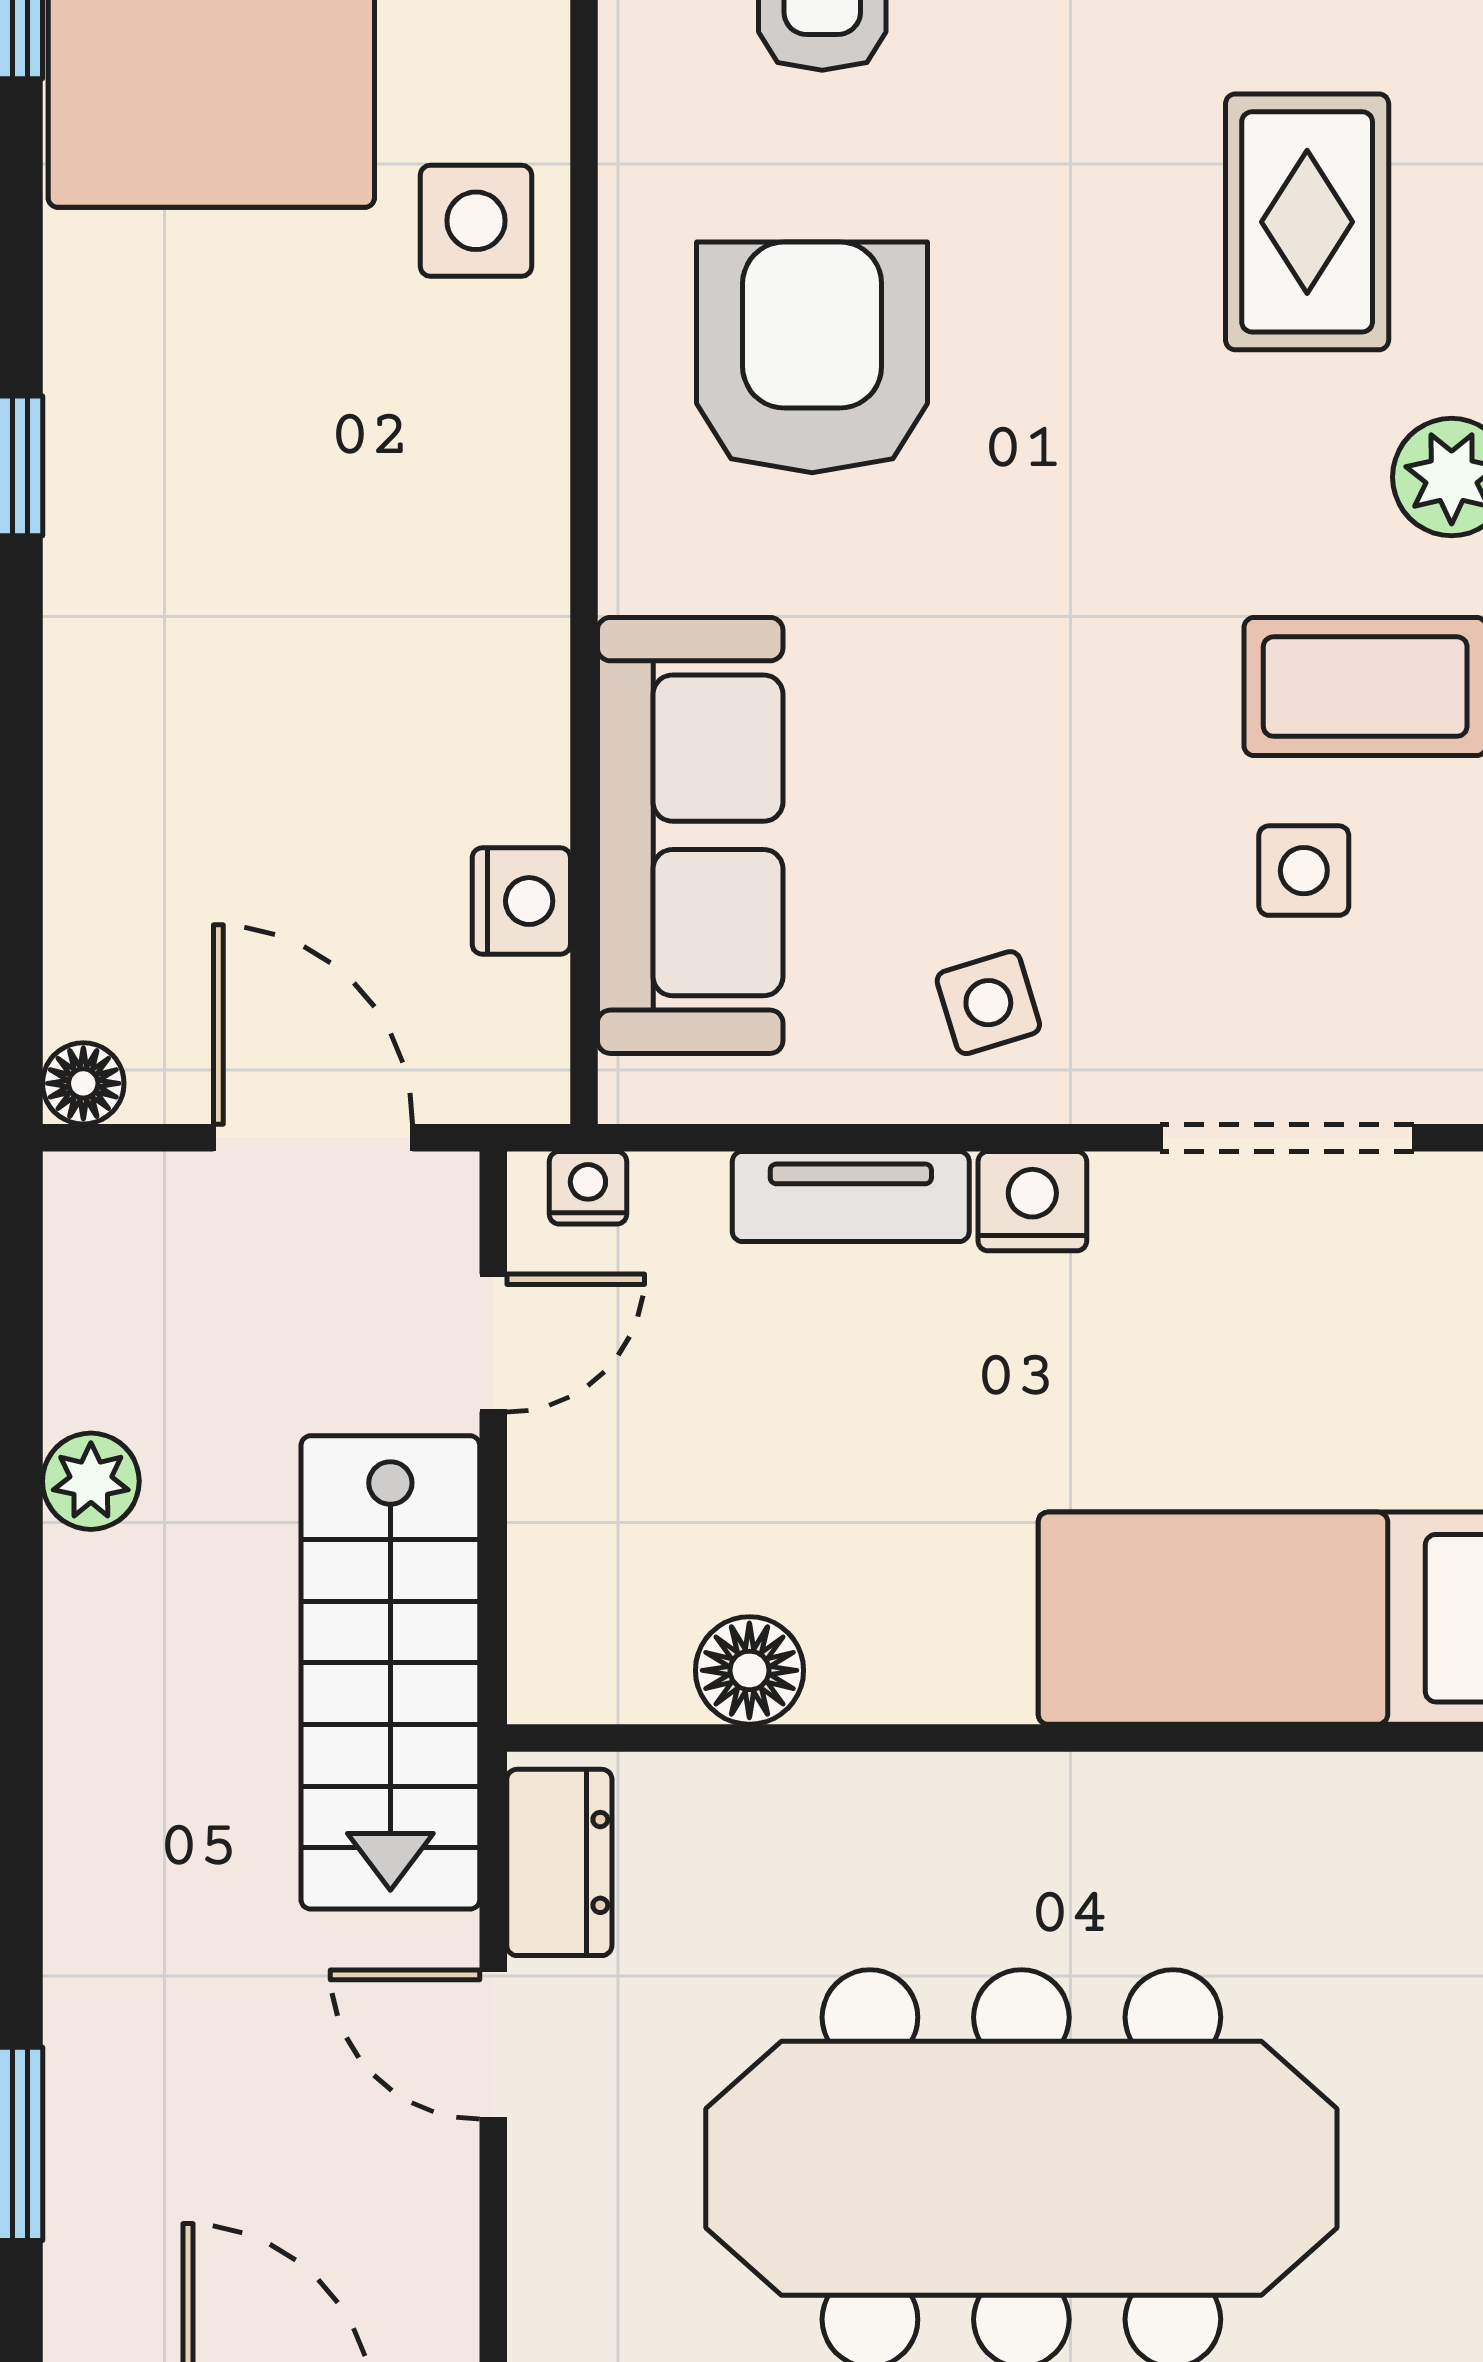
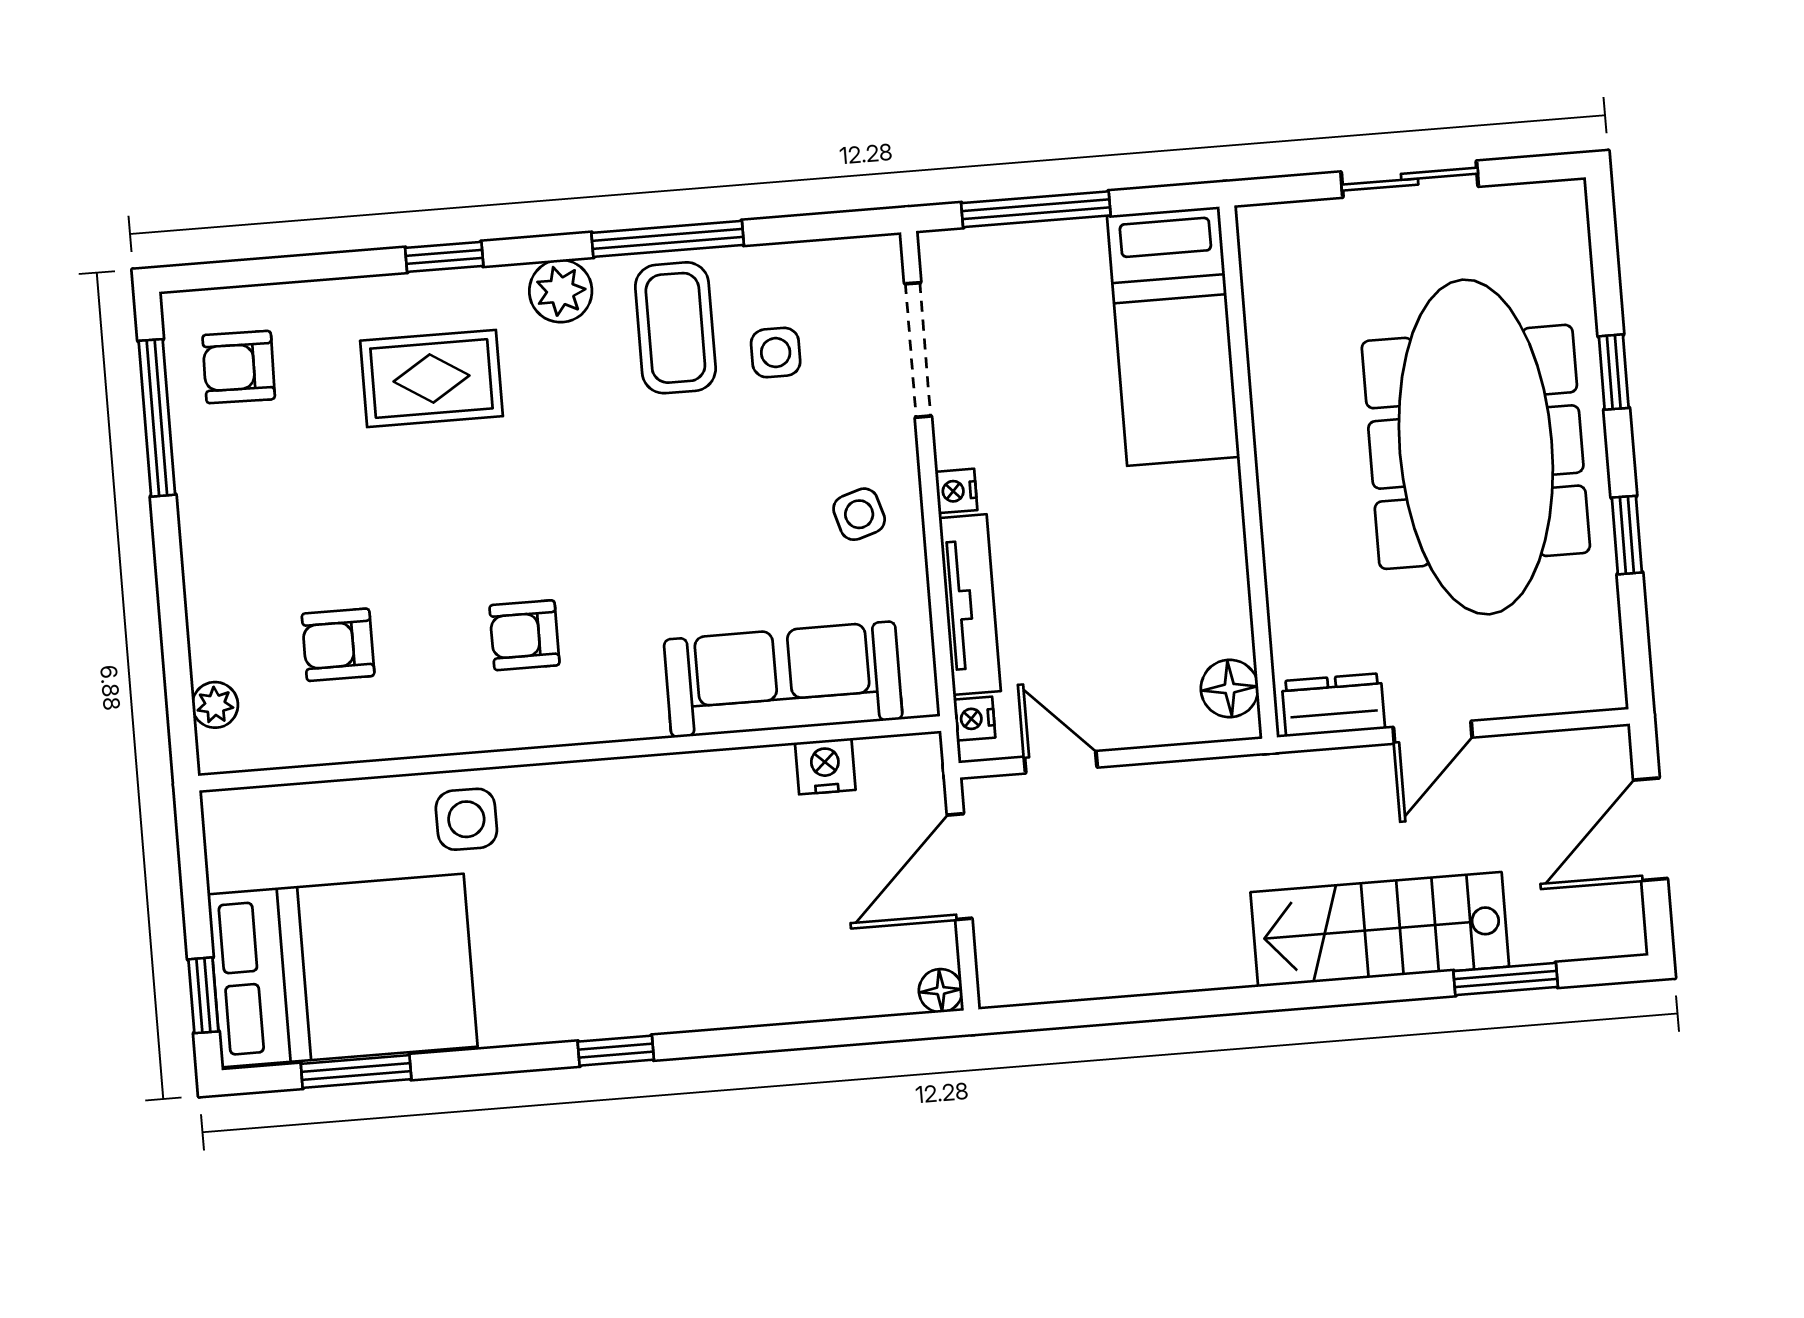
armchair: (812, 357) -> (524, 635), width x0.53, depth x0.53
tv unit: (851, 1196) -> (970, 605), width x1.41
nightstand: (1032, 1201) -> (956, 491), width x0.72, depth x0.74
plant: (91, 1481) -> (1151, 970), removed
floor lamp: (749, 1670) -> (1230, 688), moved
stairs: (390, 1672) -> (1380, 929), moved, turned 180

